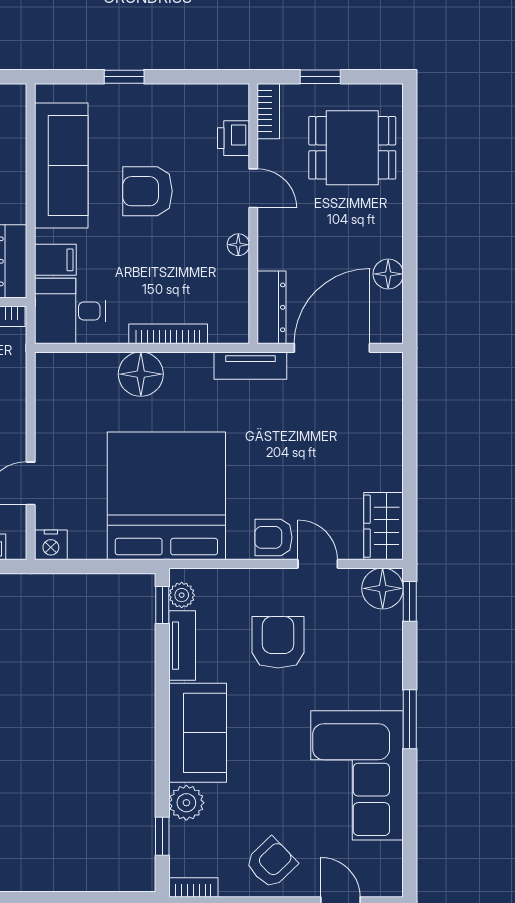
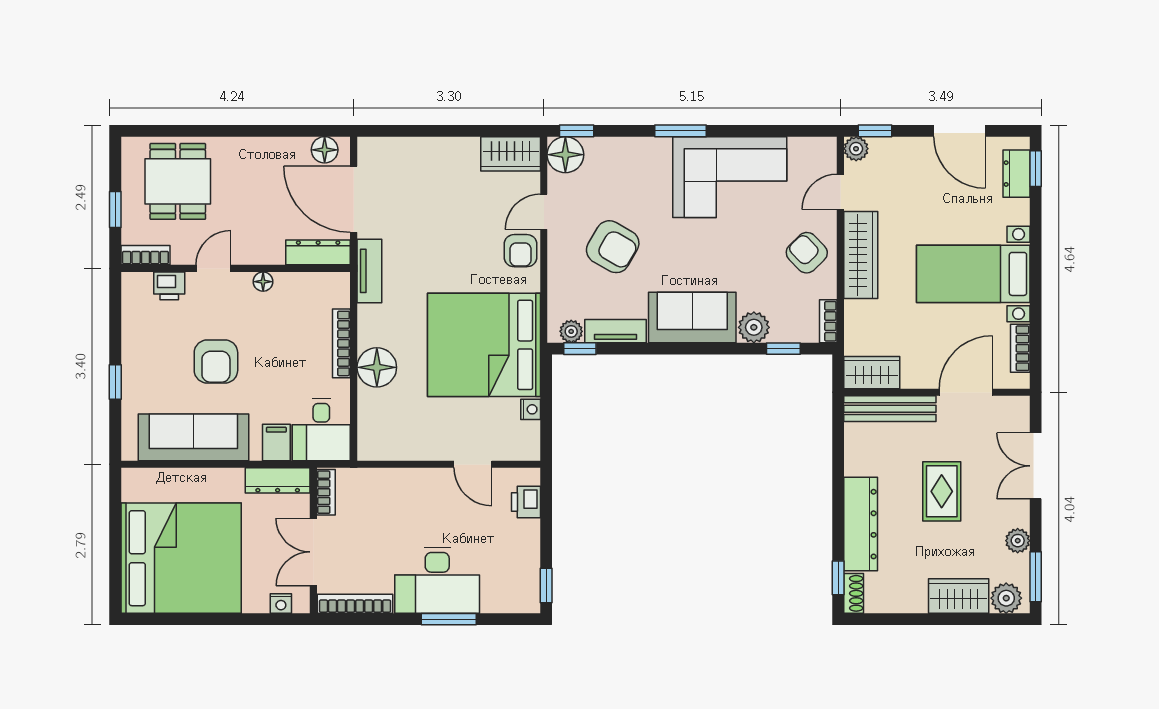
floor lamp: (388, 274) -> (325, 150), moved
nightstand: (51, 545) -> (531, 409), moved, width x0.72, depth x0.74
armchair: (278, 642) -> (613, 247), turned -150

